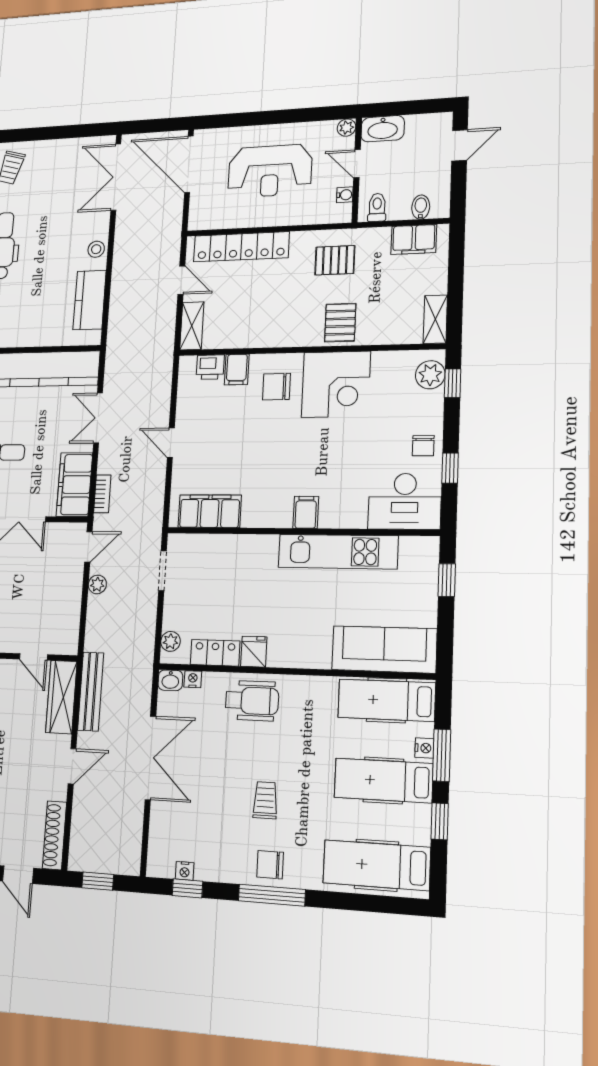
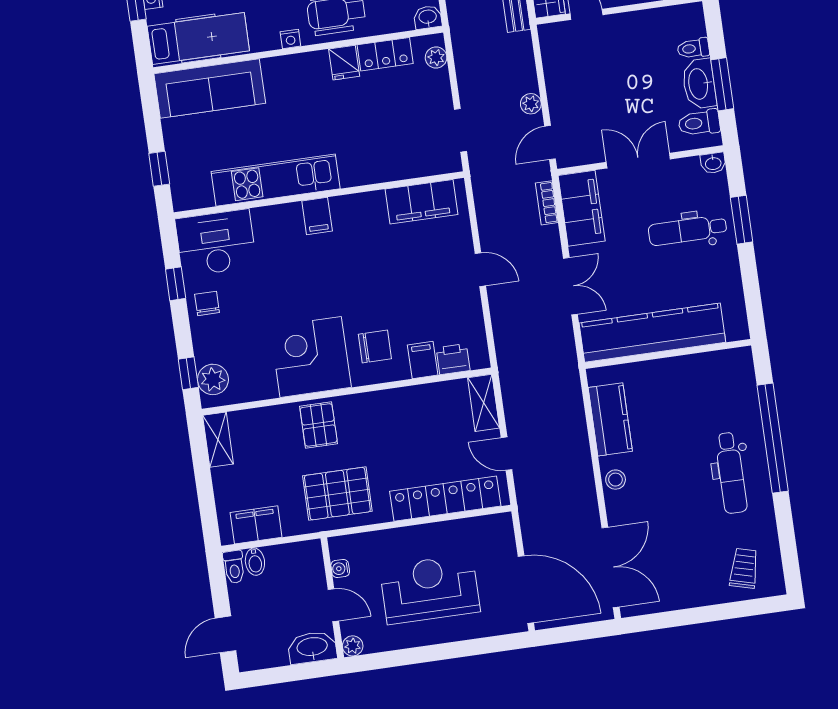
toilet: (377, 207) -> (234, 567), moved
pallet: (335, 260) -> (337, 494), width x1.50, depth x1.42
nightstand: (193, 679) -> (290, 39), moved

